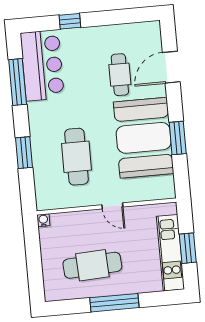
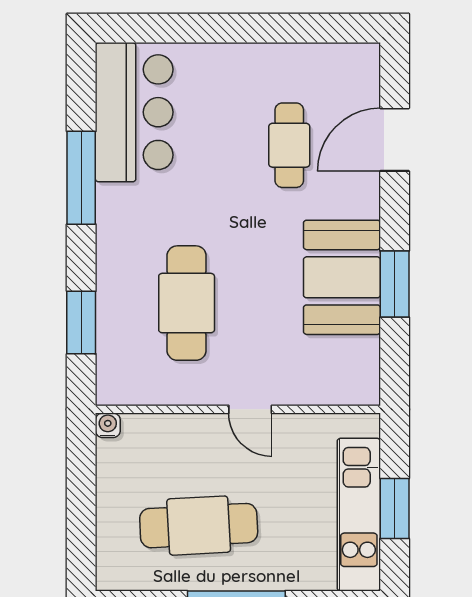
window: (70, 21) -> (198, 28), removed
window: (18, 82) -> (81, 178), moved
booth: (144, 138) -> (342, 277), width x0.73, depth x0.70
window: (24, 153) -> (81, 322), moved

